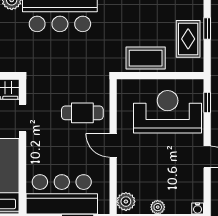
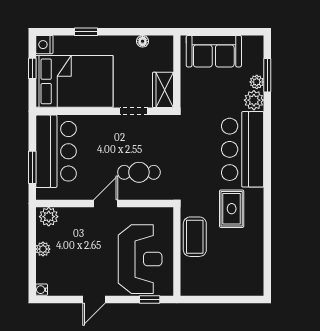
window: (207, 29) -> (225, 299), removed
rug: (188, 39) -> (232, 209), moved, turned 90
cafe table: (82, 113) -> (139, 172), turned 90

